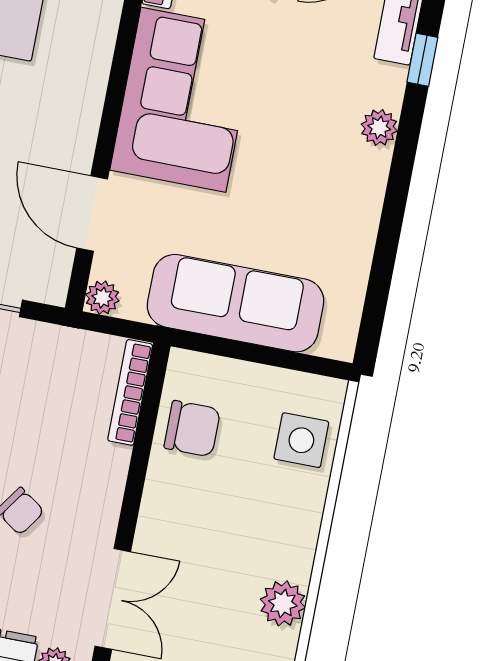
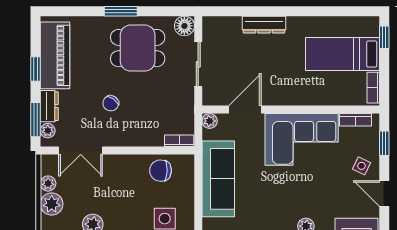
bookcase: (130, 392) -> (179, 141), width x0.64
chair: (192, 429) -> (161, 171), turned 92

